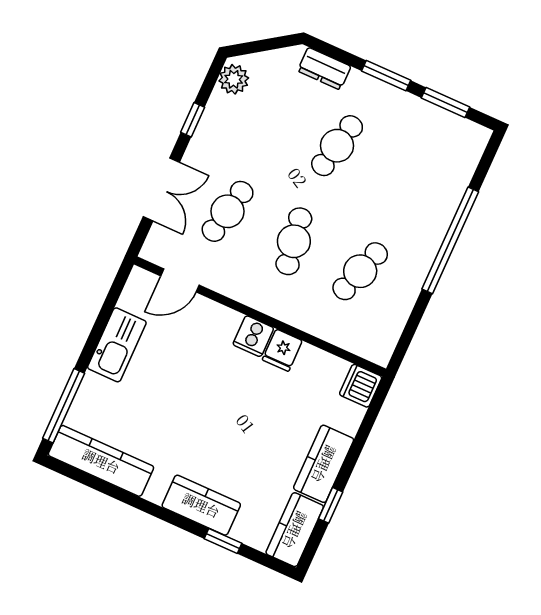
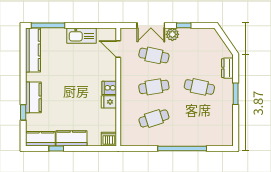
plant: (234, 79) -> (172, 34), moved
window: (446, 103) -> (236, 122), removed
cafe table: (360, 271) -> (154, 118), turned -36

